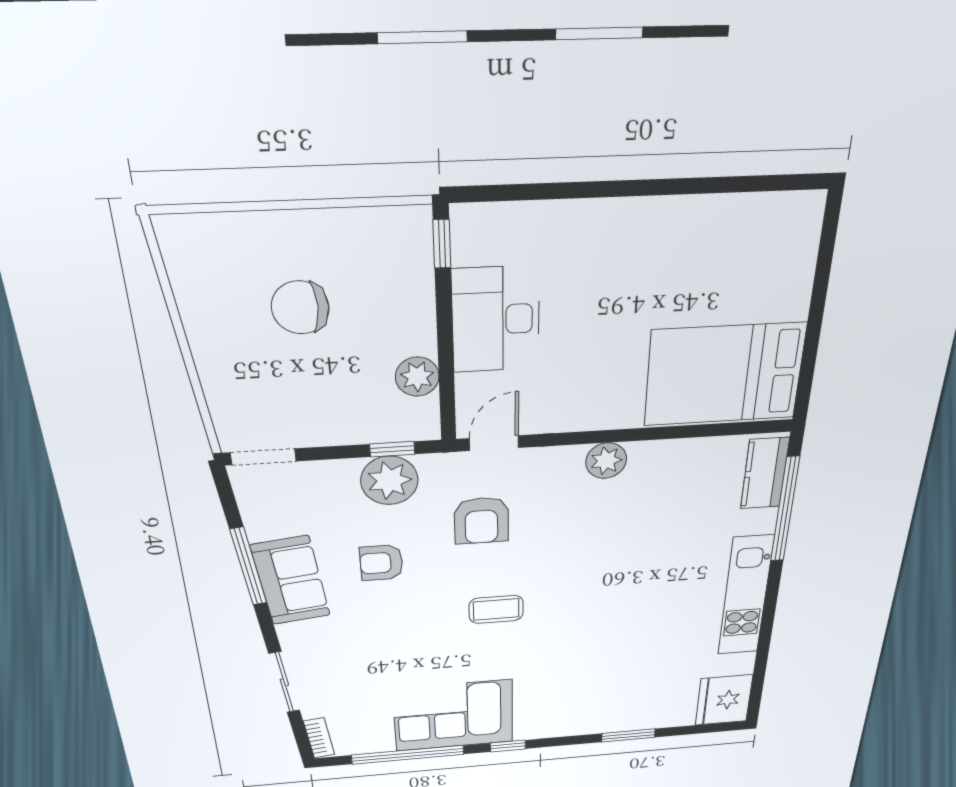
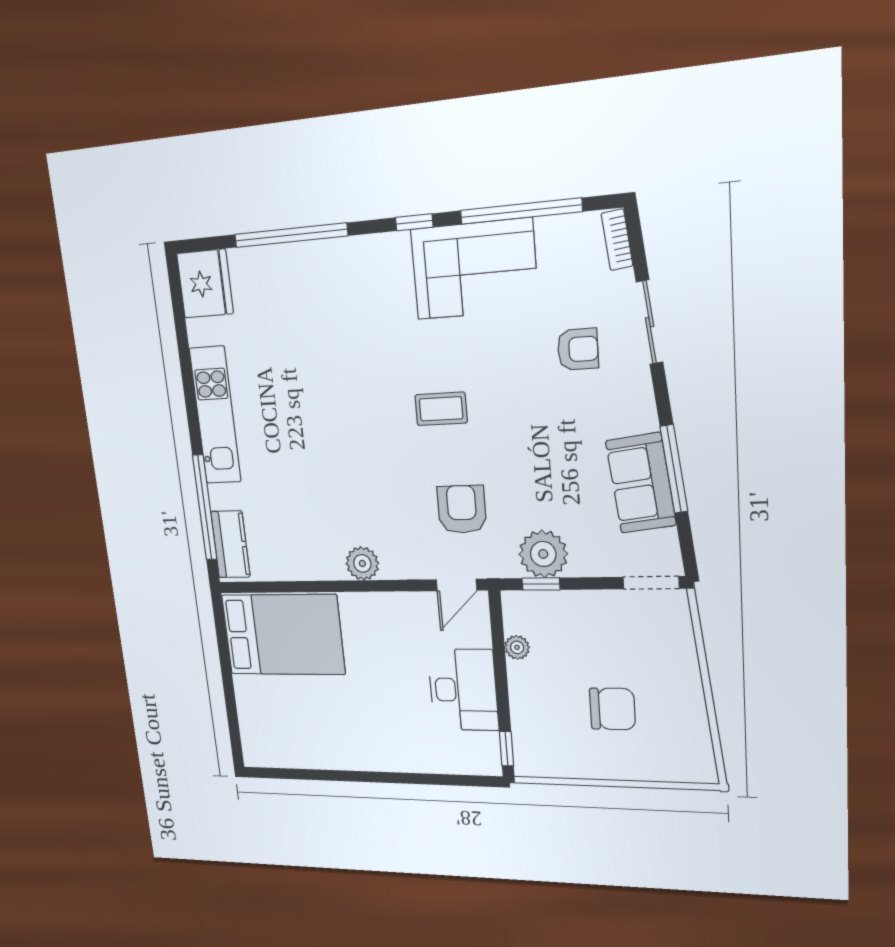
plant: (417, 377) -> (517, 647), width x0.73, depth x0.73
armchair: (381, 563) -> (578, 349), moved
sofa: (291, 581) -> (641, 483), moved
window: (628, 735) -> (291, 235), width x2.11

